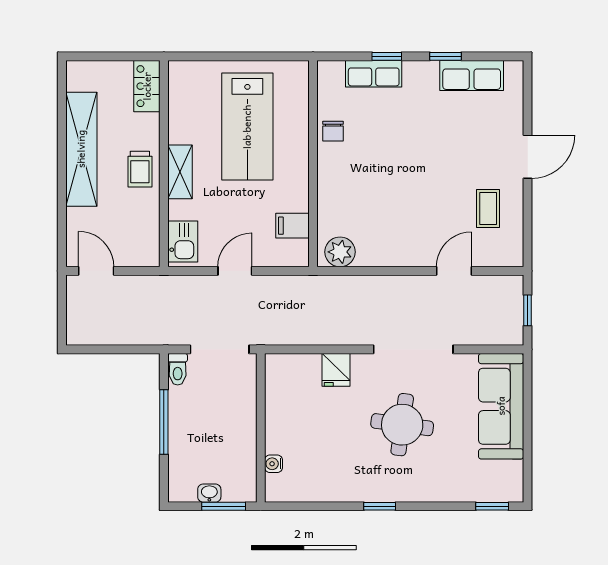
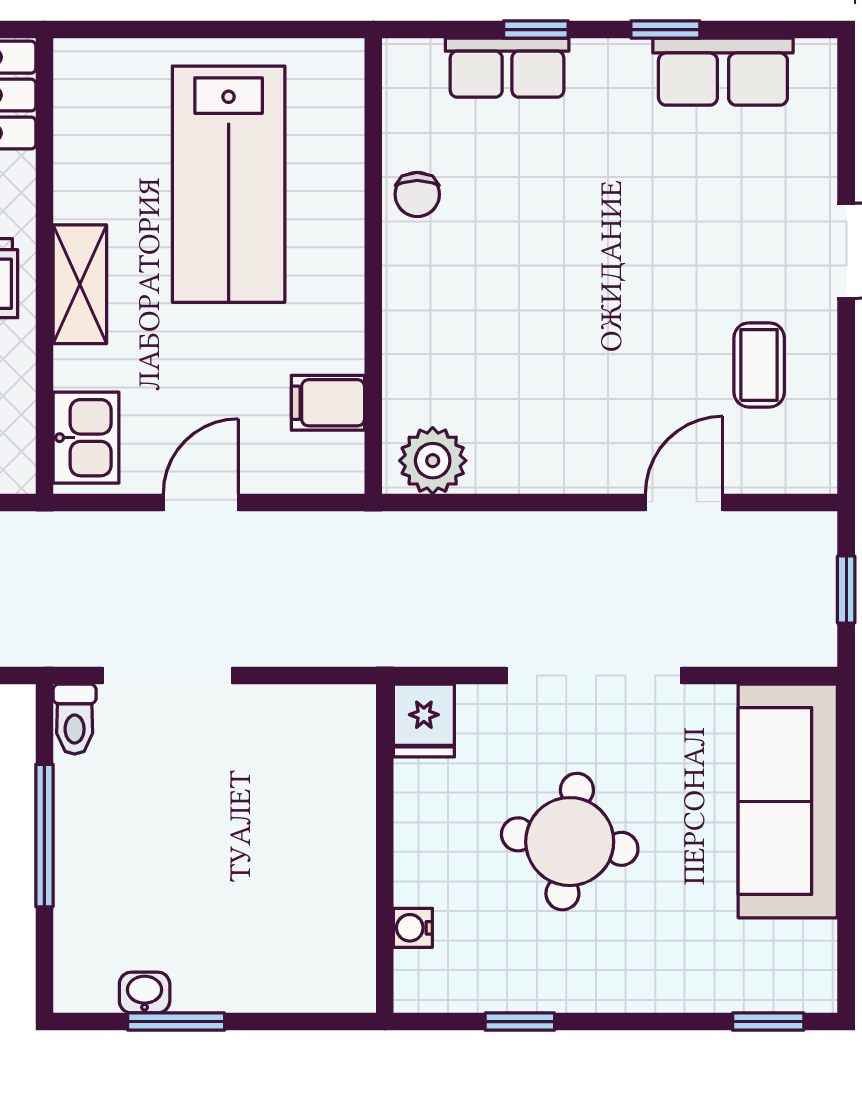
wall: (261, 428) -> (385, 849), moved
water cooler: (273, 464) -> (413, 928), moved

